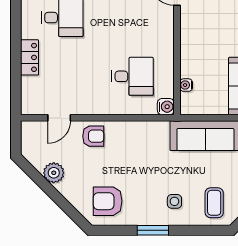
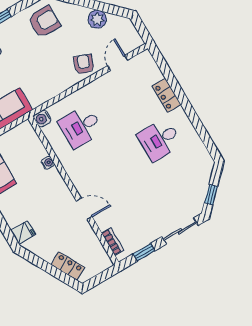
water cooler: (186, 85) -> (48, 163), moved
armchair: (93, 136) -> (84, 64), turned 110

